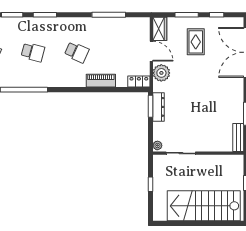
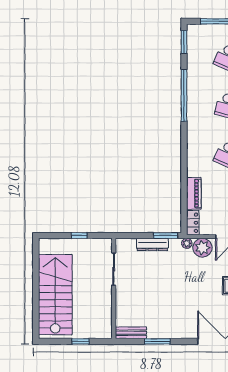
piano: (101, 81) -> (194, 193), moved
dresser: (158, 107) -> (152, 244), moved
plant: (157, 145) -> (187, 243), moved

